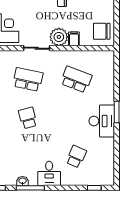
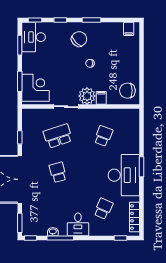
school desk: (28, 79) -> (58, 136), turned -30
school desk: (76, 79) -> (103, 136), width x0.54
desk: (102, 121) -> (124, 175), width x1.36, depth x1.30
locker: (109, 166) -> (134, 217), added

